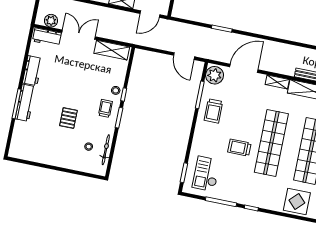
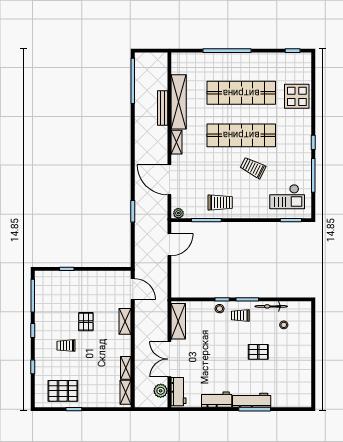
plant: (215, 75) -> (178, 213), width x0.53, depth x0.53
trolley: (239, 148) -> (253, 168), turned 117
bicycle: (106, 150) -> (271, 306), moved

